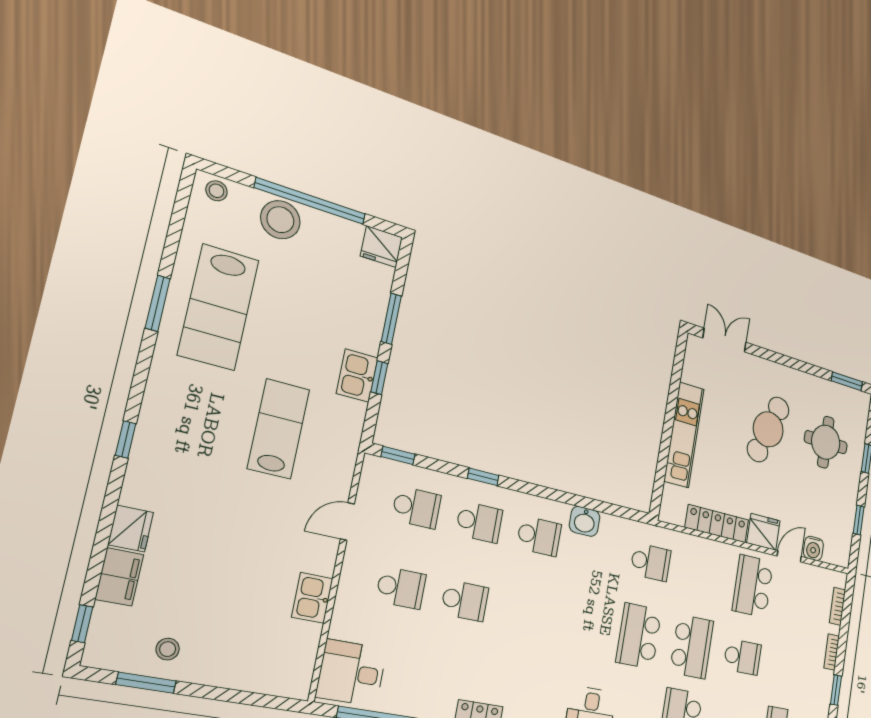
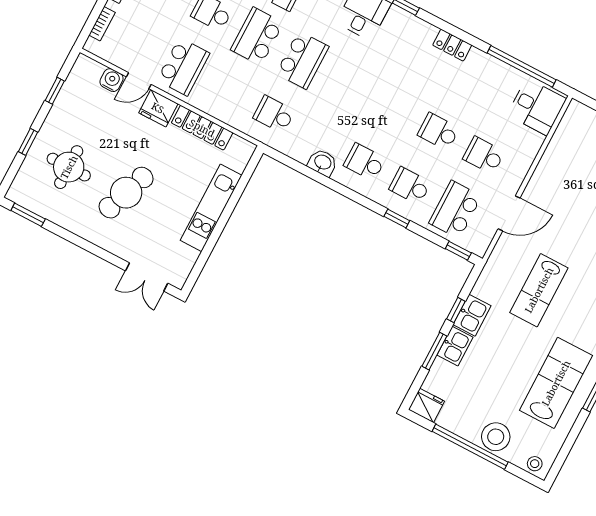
school desk: (417, 507) -> (455, 210), width x1.85
door: (347, 521) -> (509, 213), width x1.38
kitchen sink: (312, 598) -> (455, 346), moved

